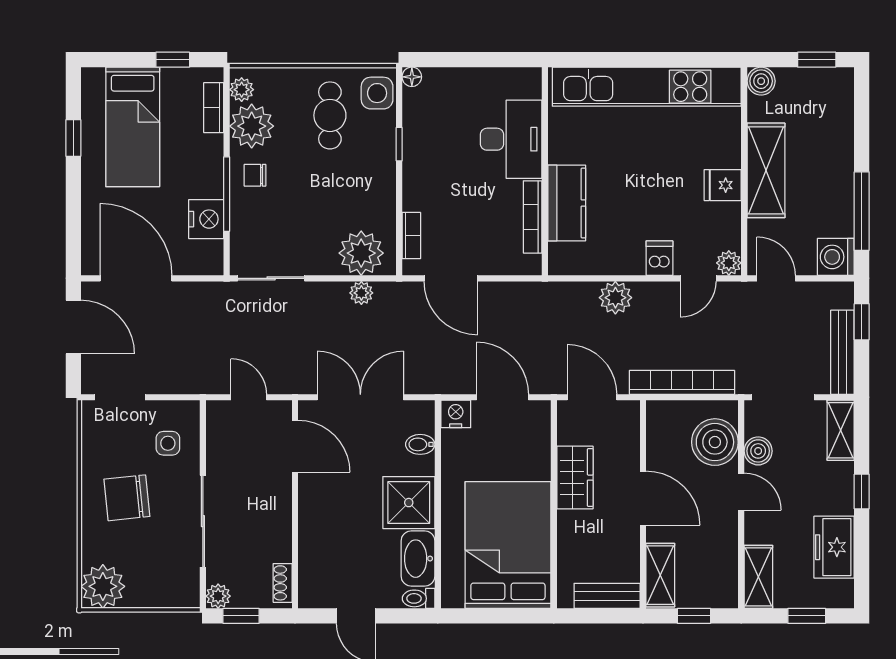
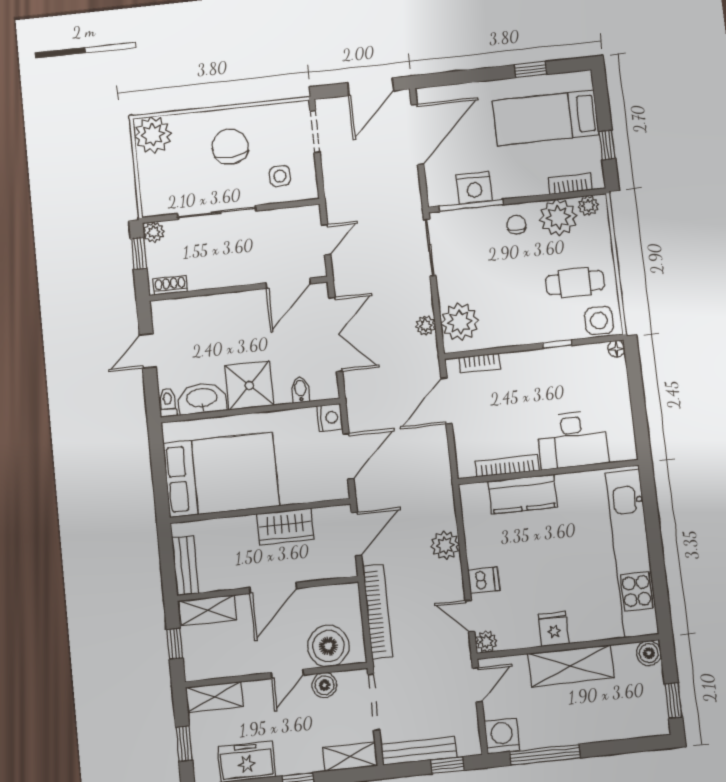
window: (227, 194) -> (471, 205), moved

